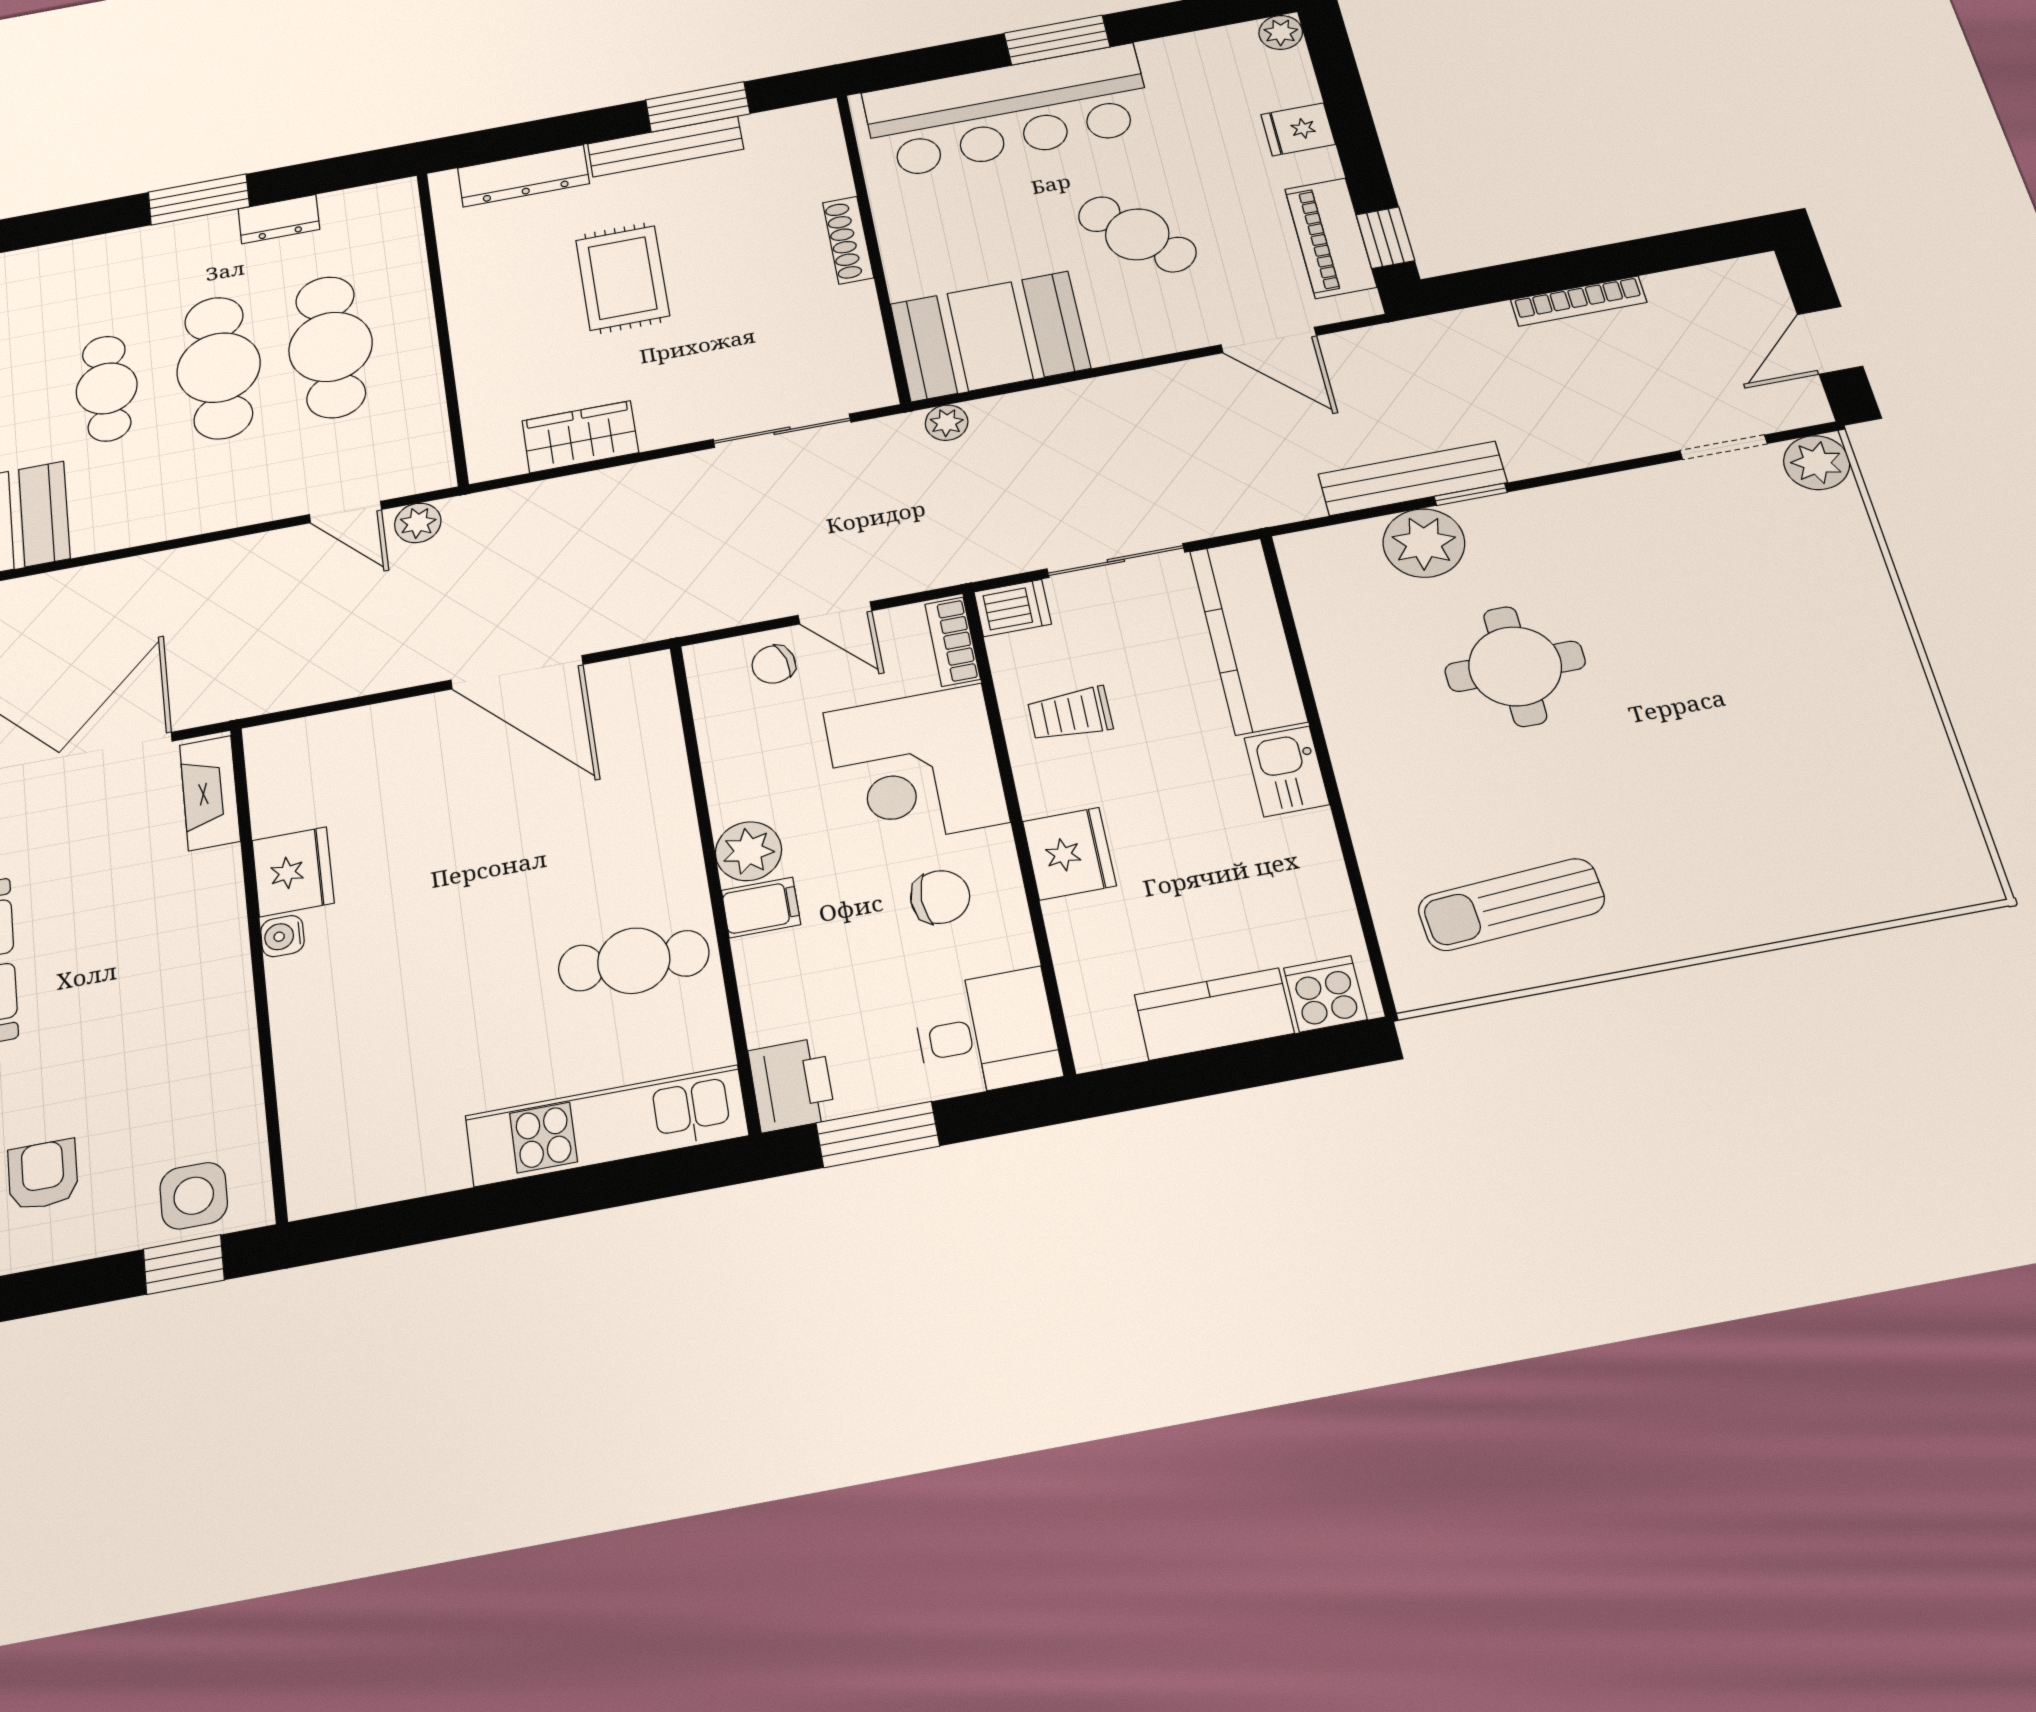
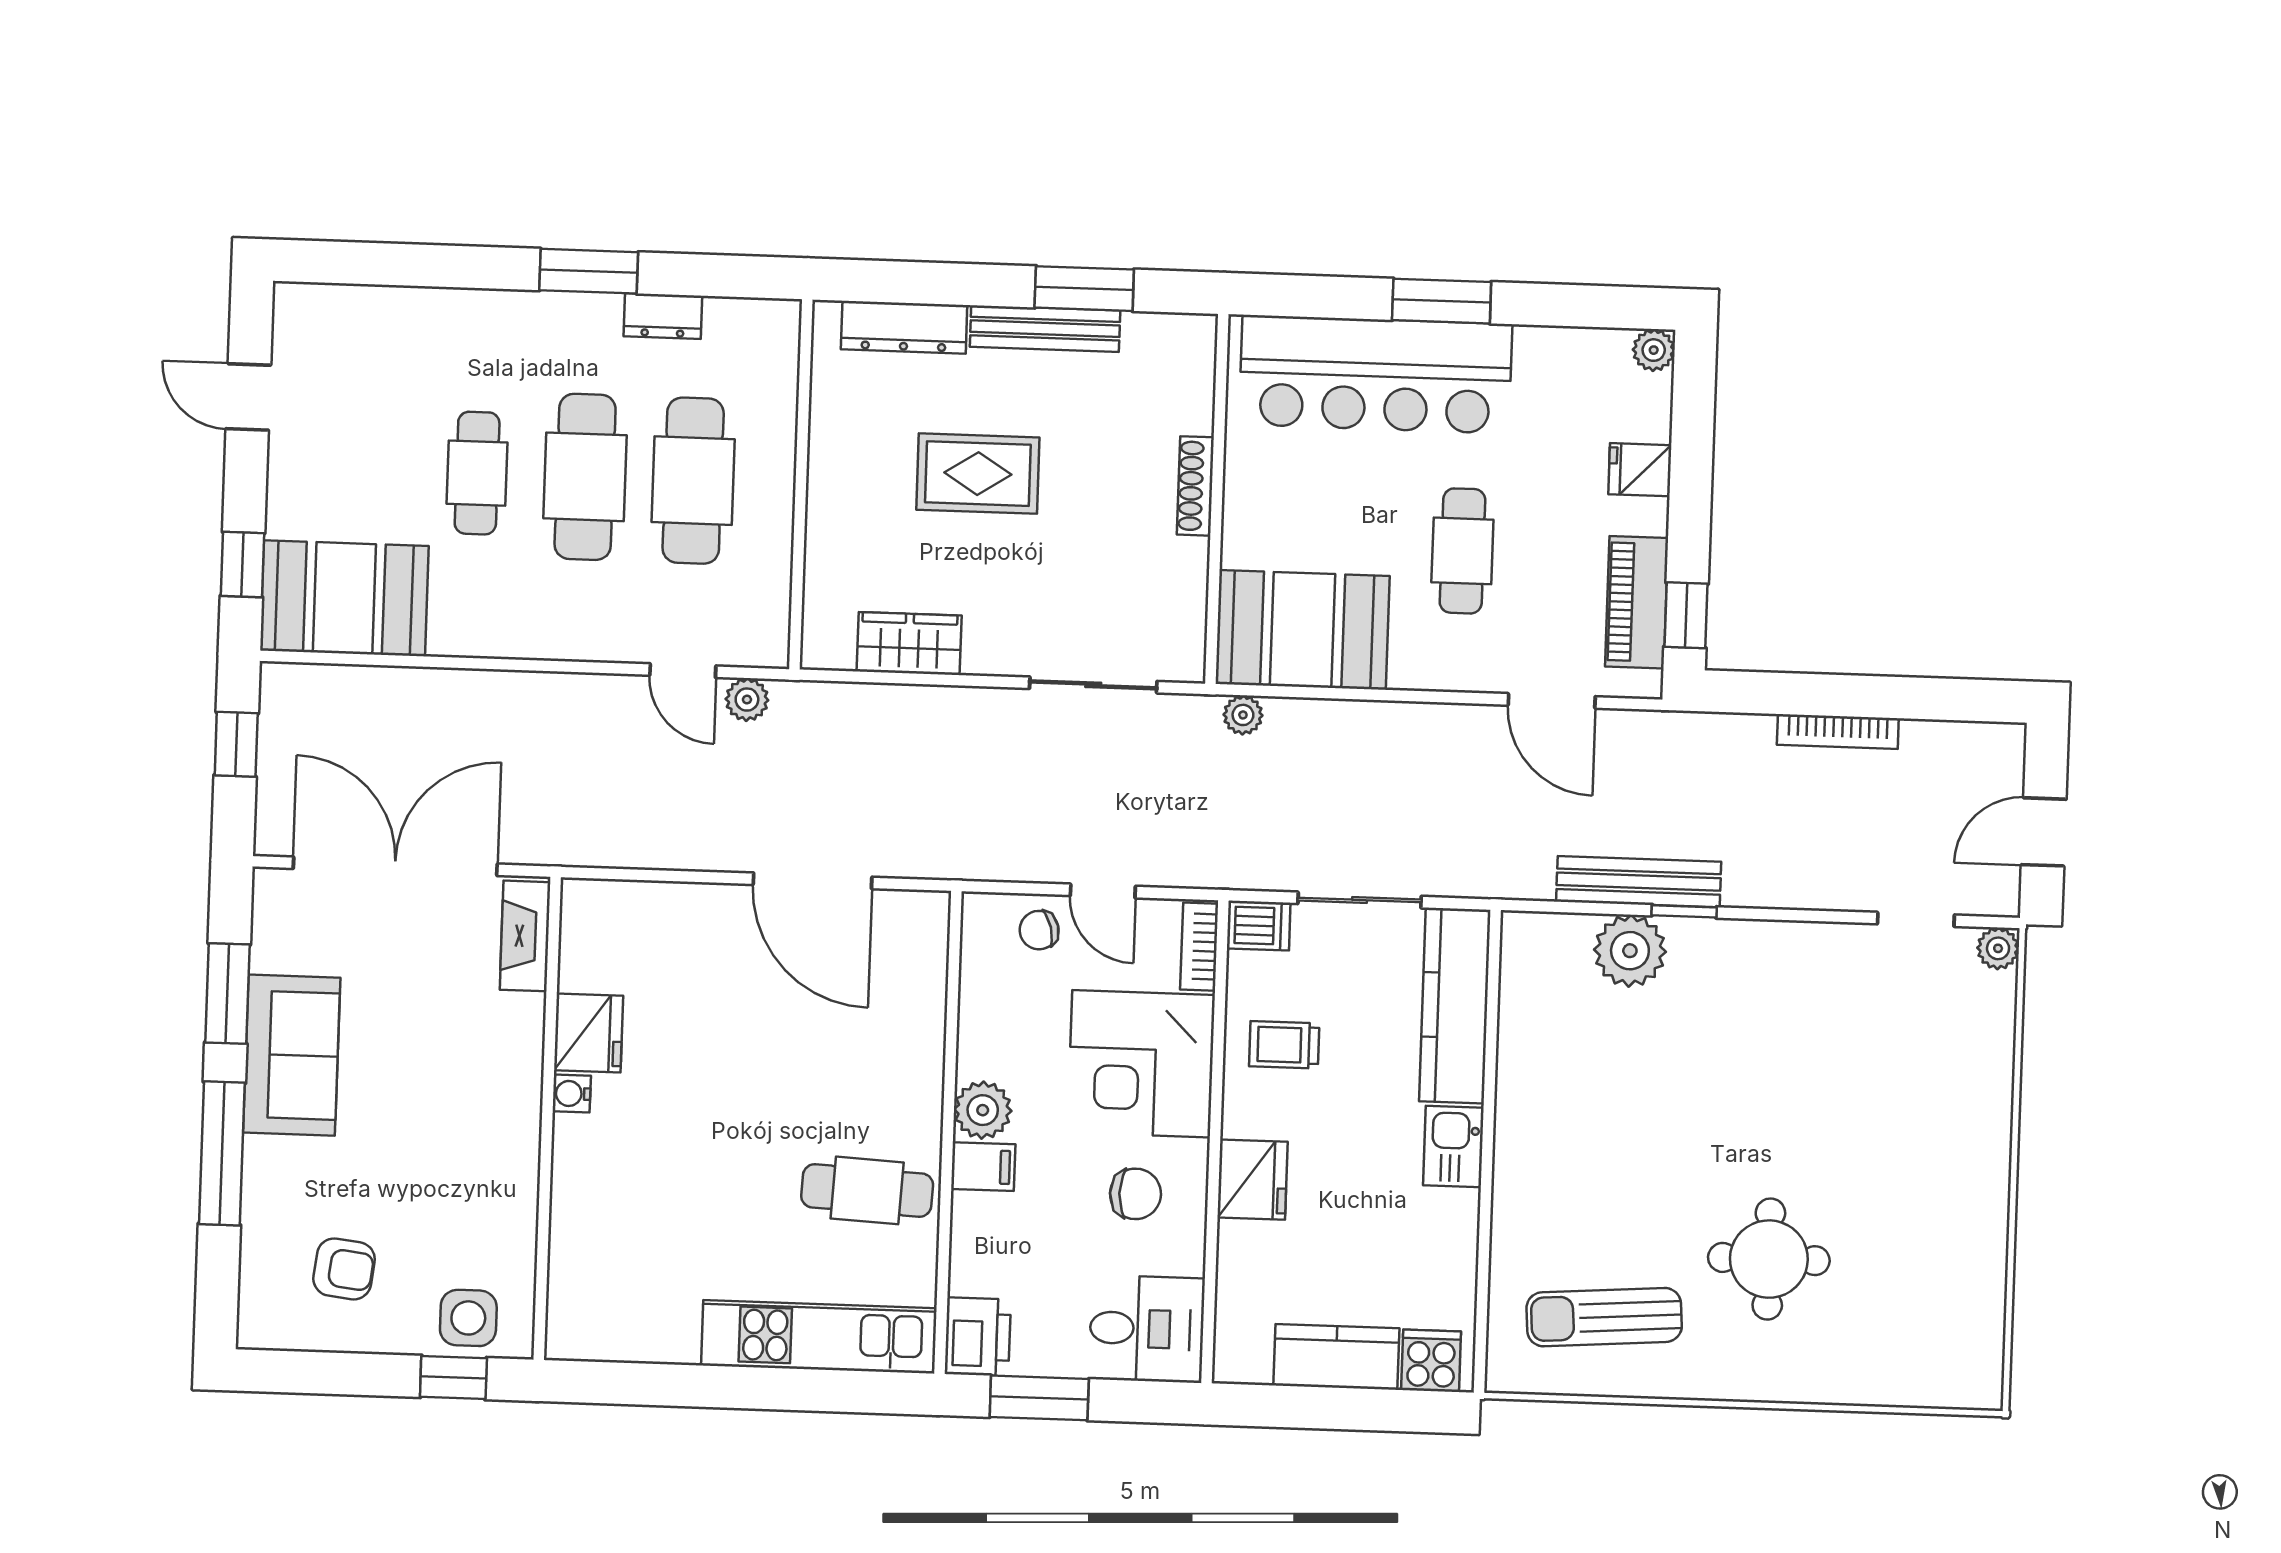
cafe table: (1137, 234) -> (1462, 551), turned 44
rug: (622, 278) -> (978, 474), turned 90
plant: (1817, 463) -> (1998, 948), width x0.73, depth x0.73
round table: (1515, 666) -> (1769, 1259), moved
armchair: (43, 1175) -> (344, 1269), turned 97

